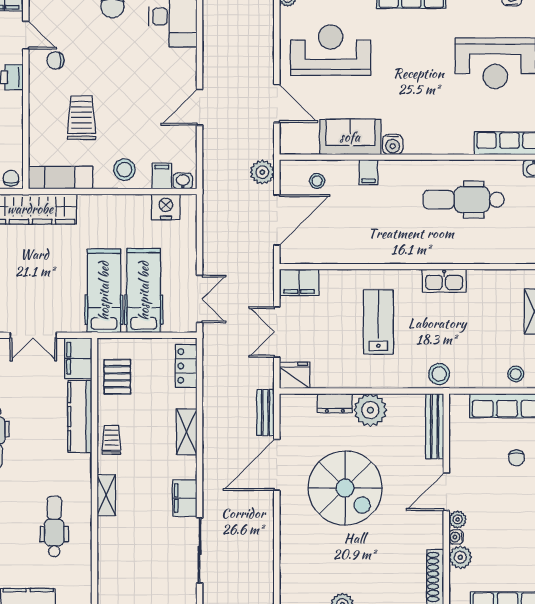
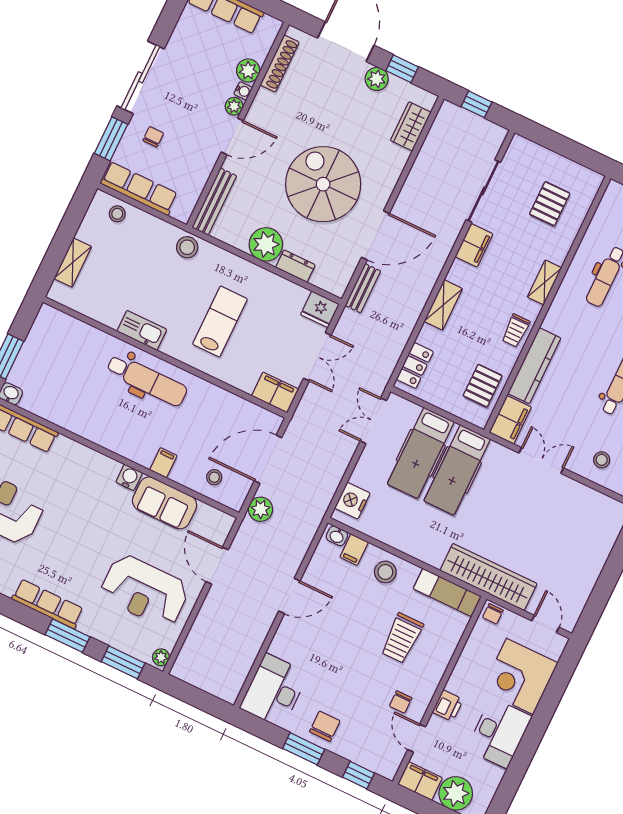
chair: (55, 60) -> (401, 702), turned 90
dental chair: (464, 200) -> (147, 380), moved
nightstand: (166, 207) -> (352, 501), moved, turned 90
lab bench: (378, 322) -> (220, 321), turned 180
pallet: (135, 567) -> (550, 204), added
wardrobe: (292, 577) -> (411, 126), added

